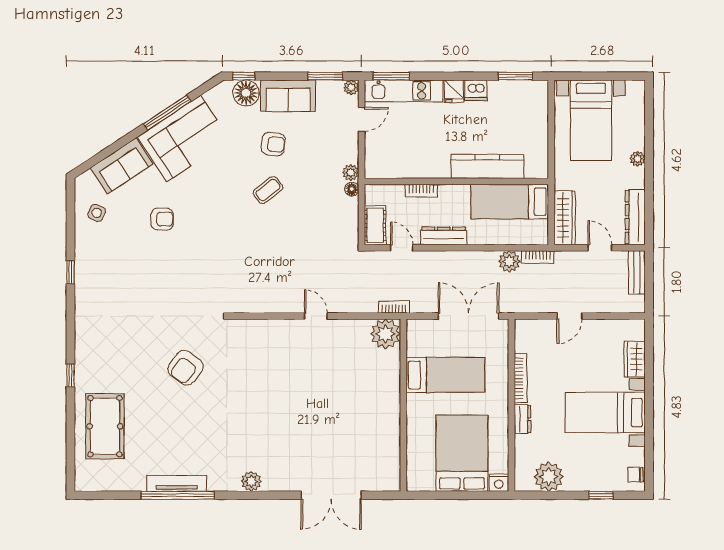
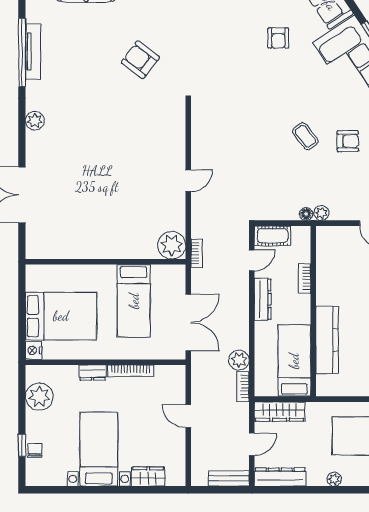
armchair: (273, 144) -> (348, 141), turned -97
chair: (635, 475) -> (35, 451), moved

